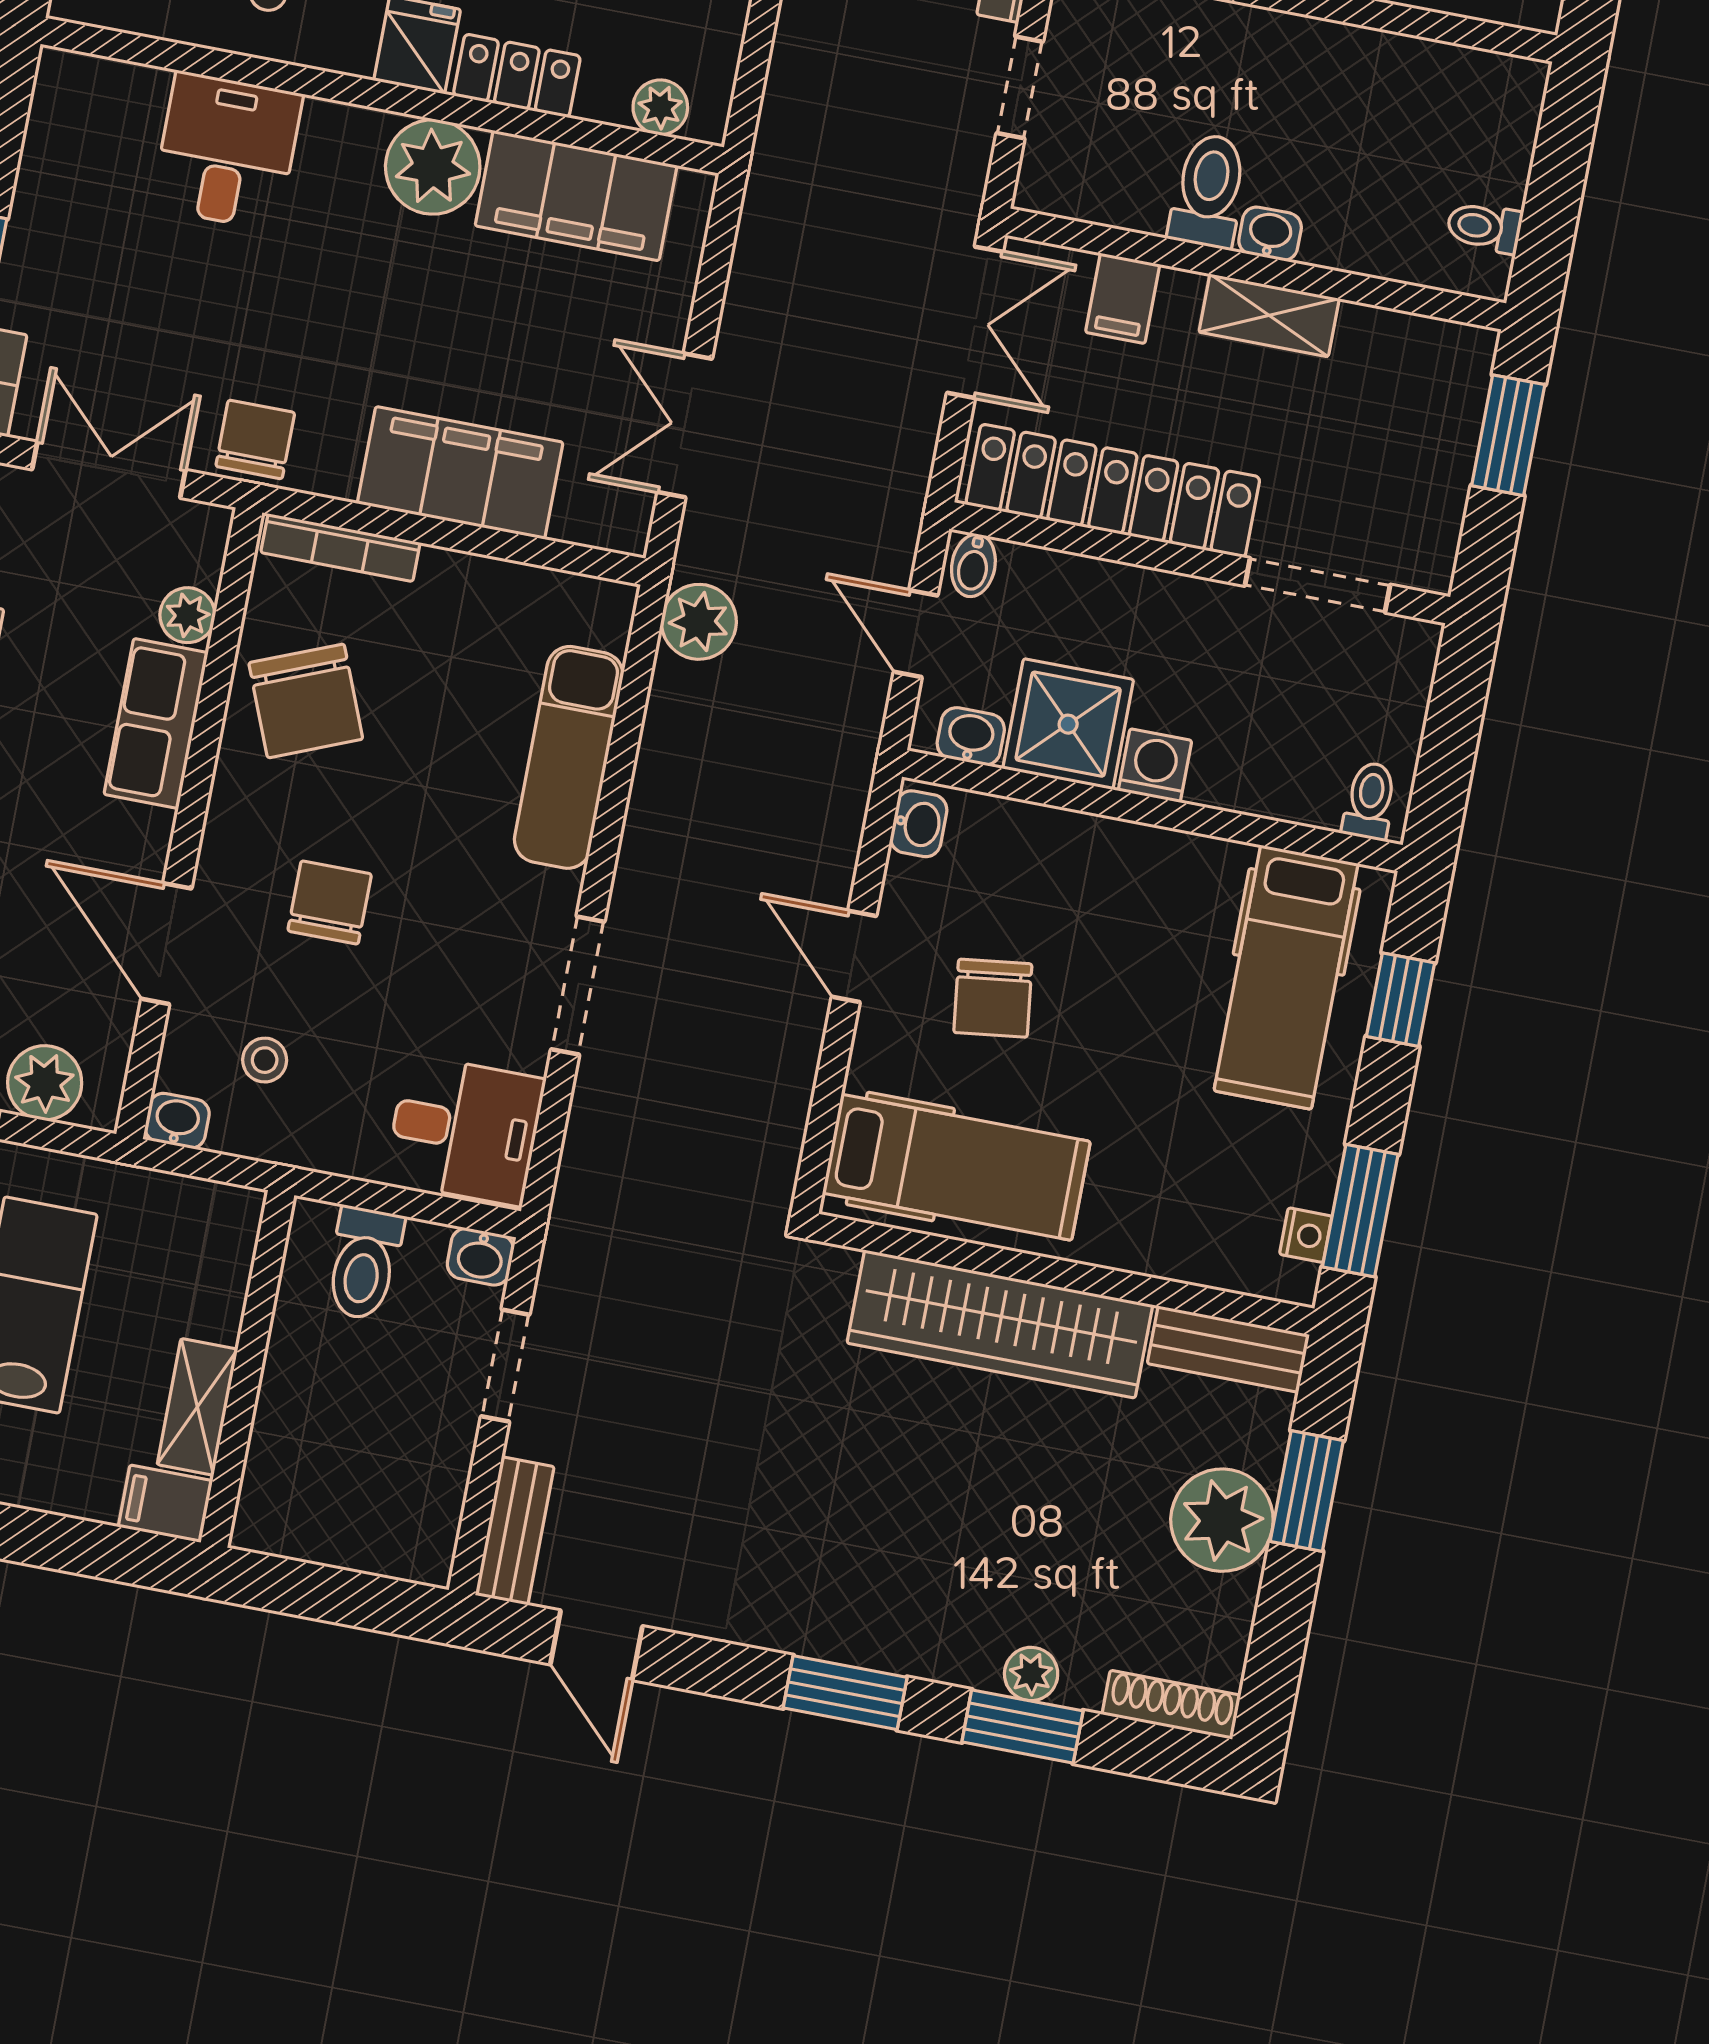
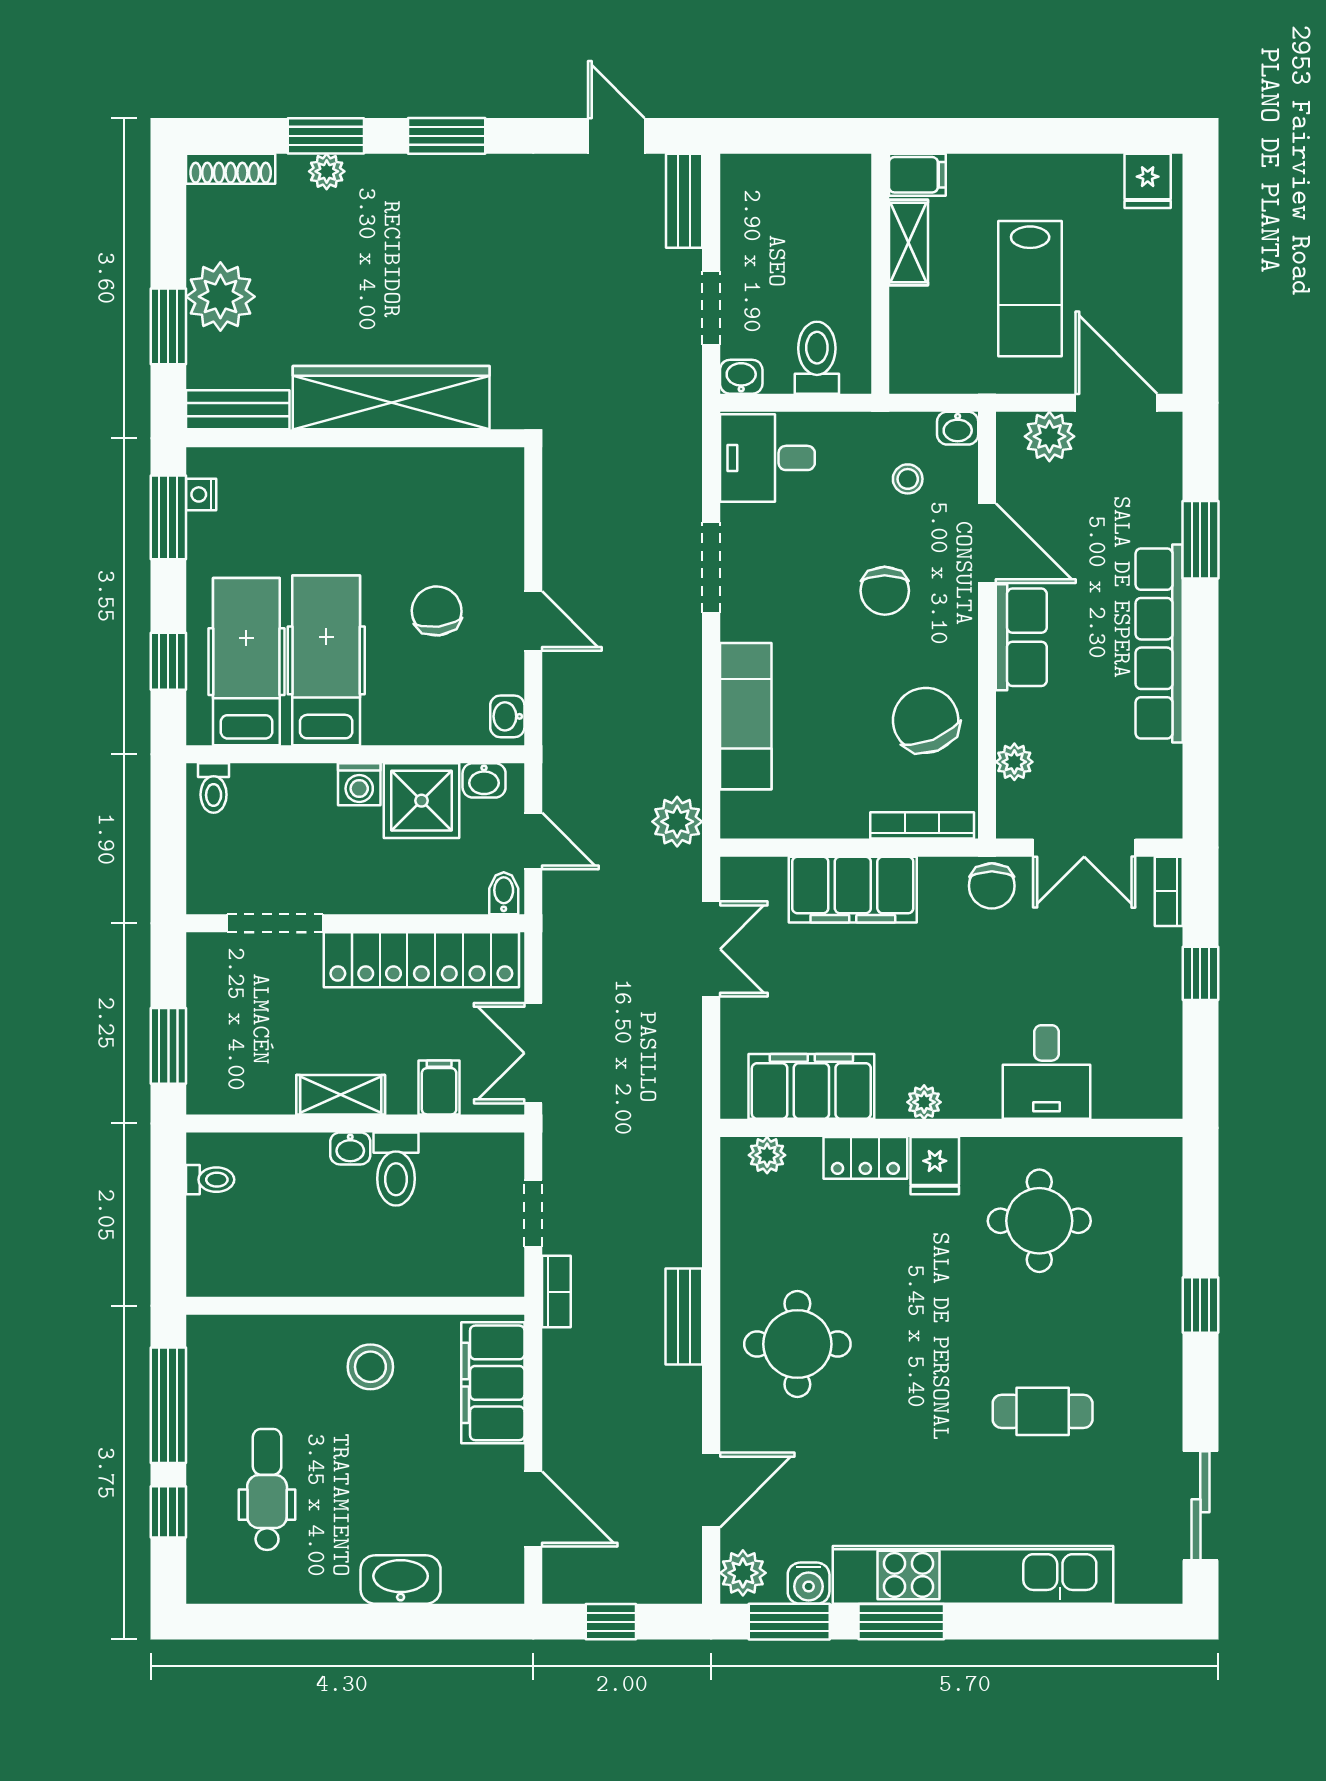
plant: (433, 167) -> (924, 1102), width x0.53, depth x0.53
row of seats: (156, 724) -> (1021, 637), moved
hospital bed: (956, 1167) -> (326, 660), moved, turned 90

